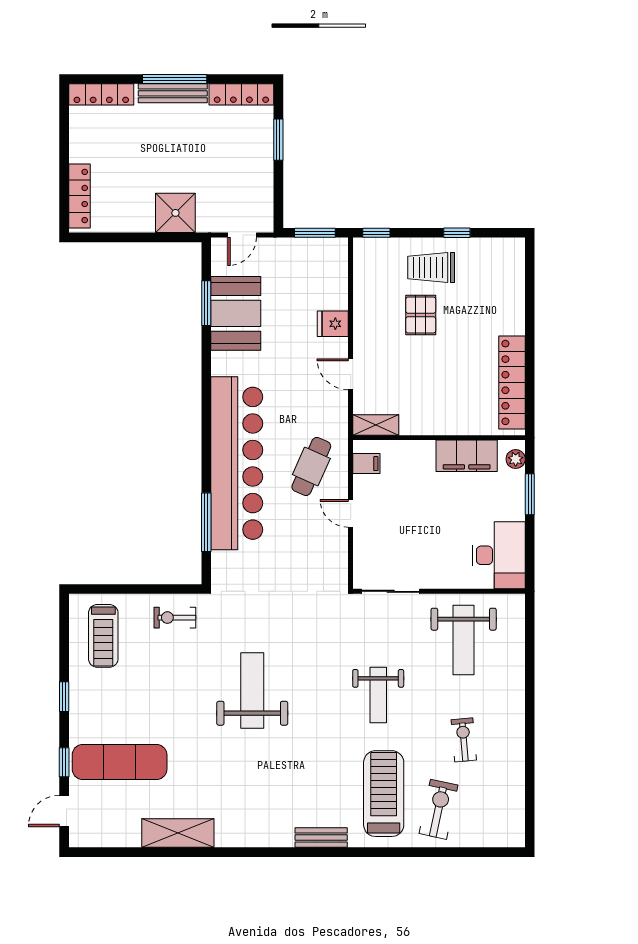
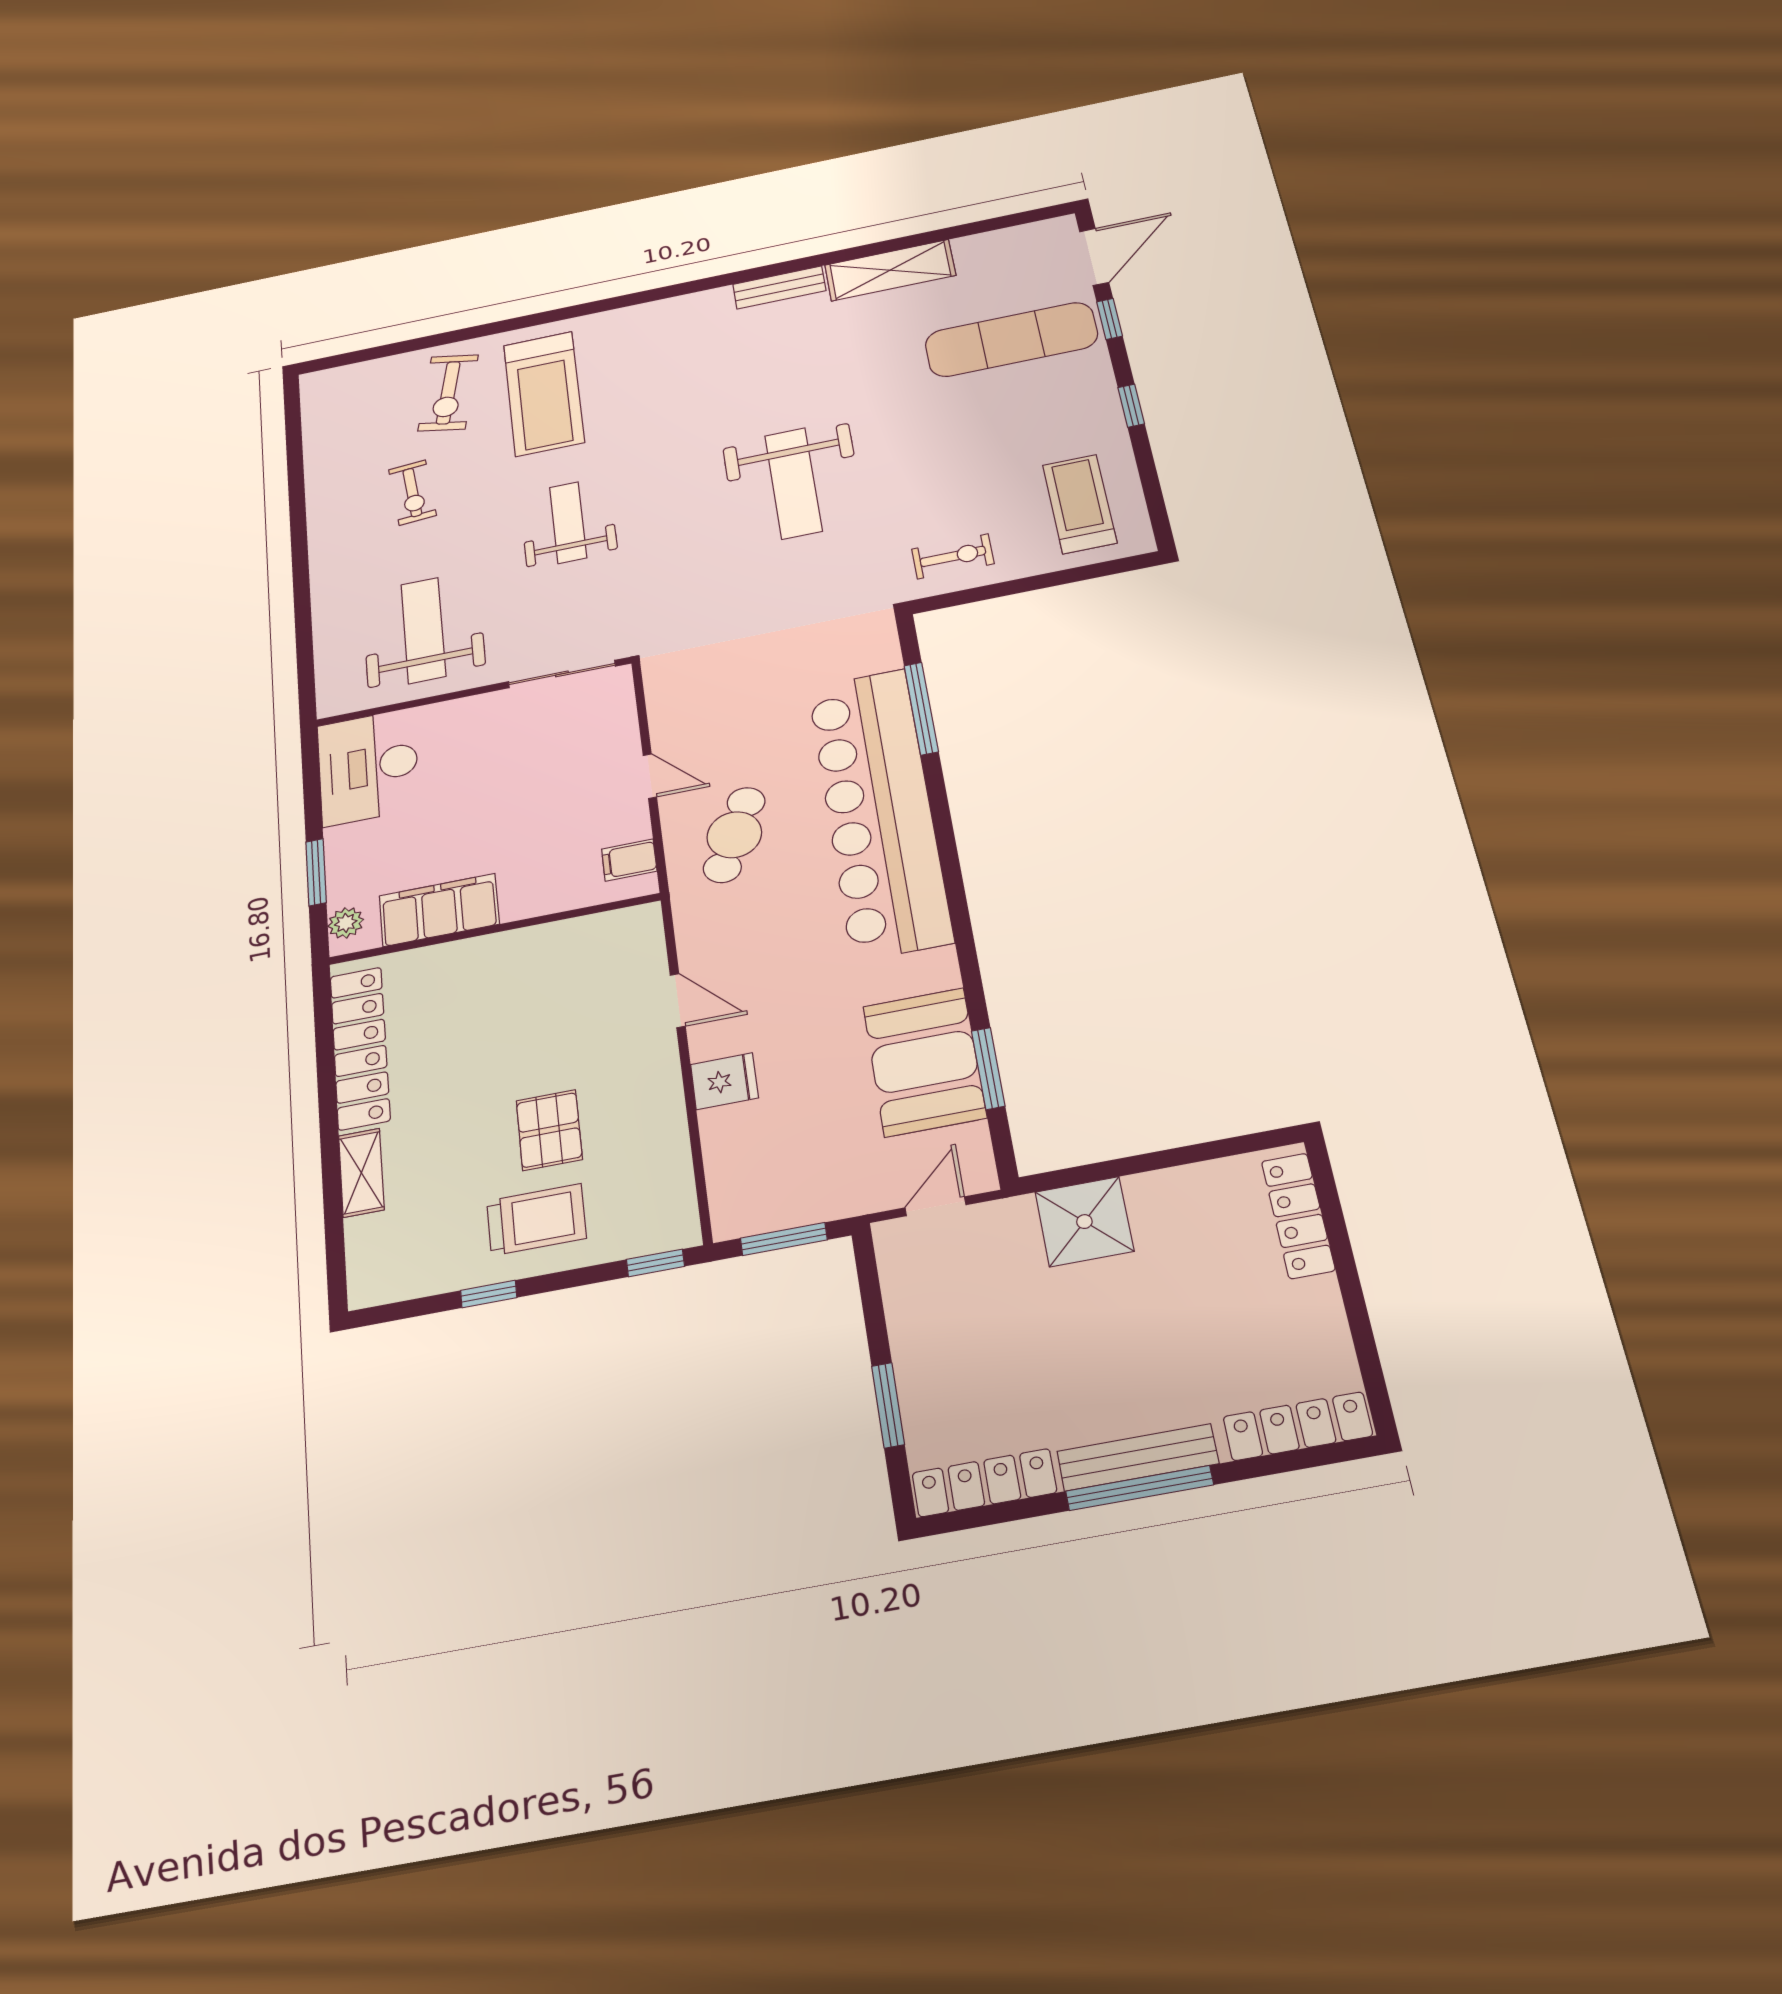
shelving: (376, 425) -> (361, 1173), moved, turned 90
door: (64, 811) -> (1094, 257), width x1.38
bench: (321, 838) -> (779, 287), moved

